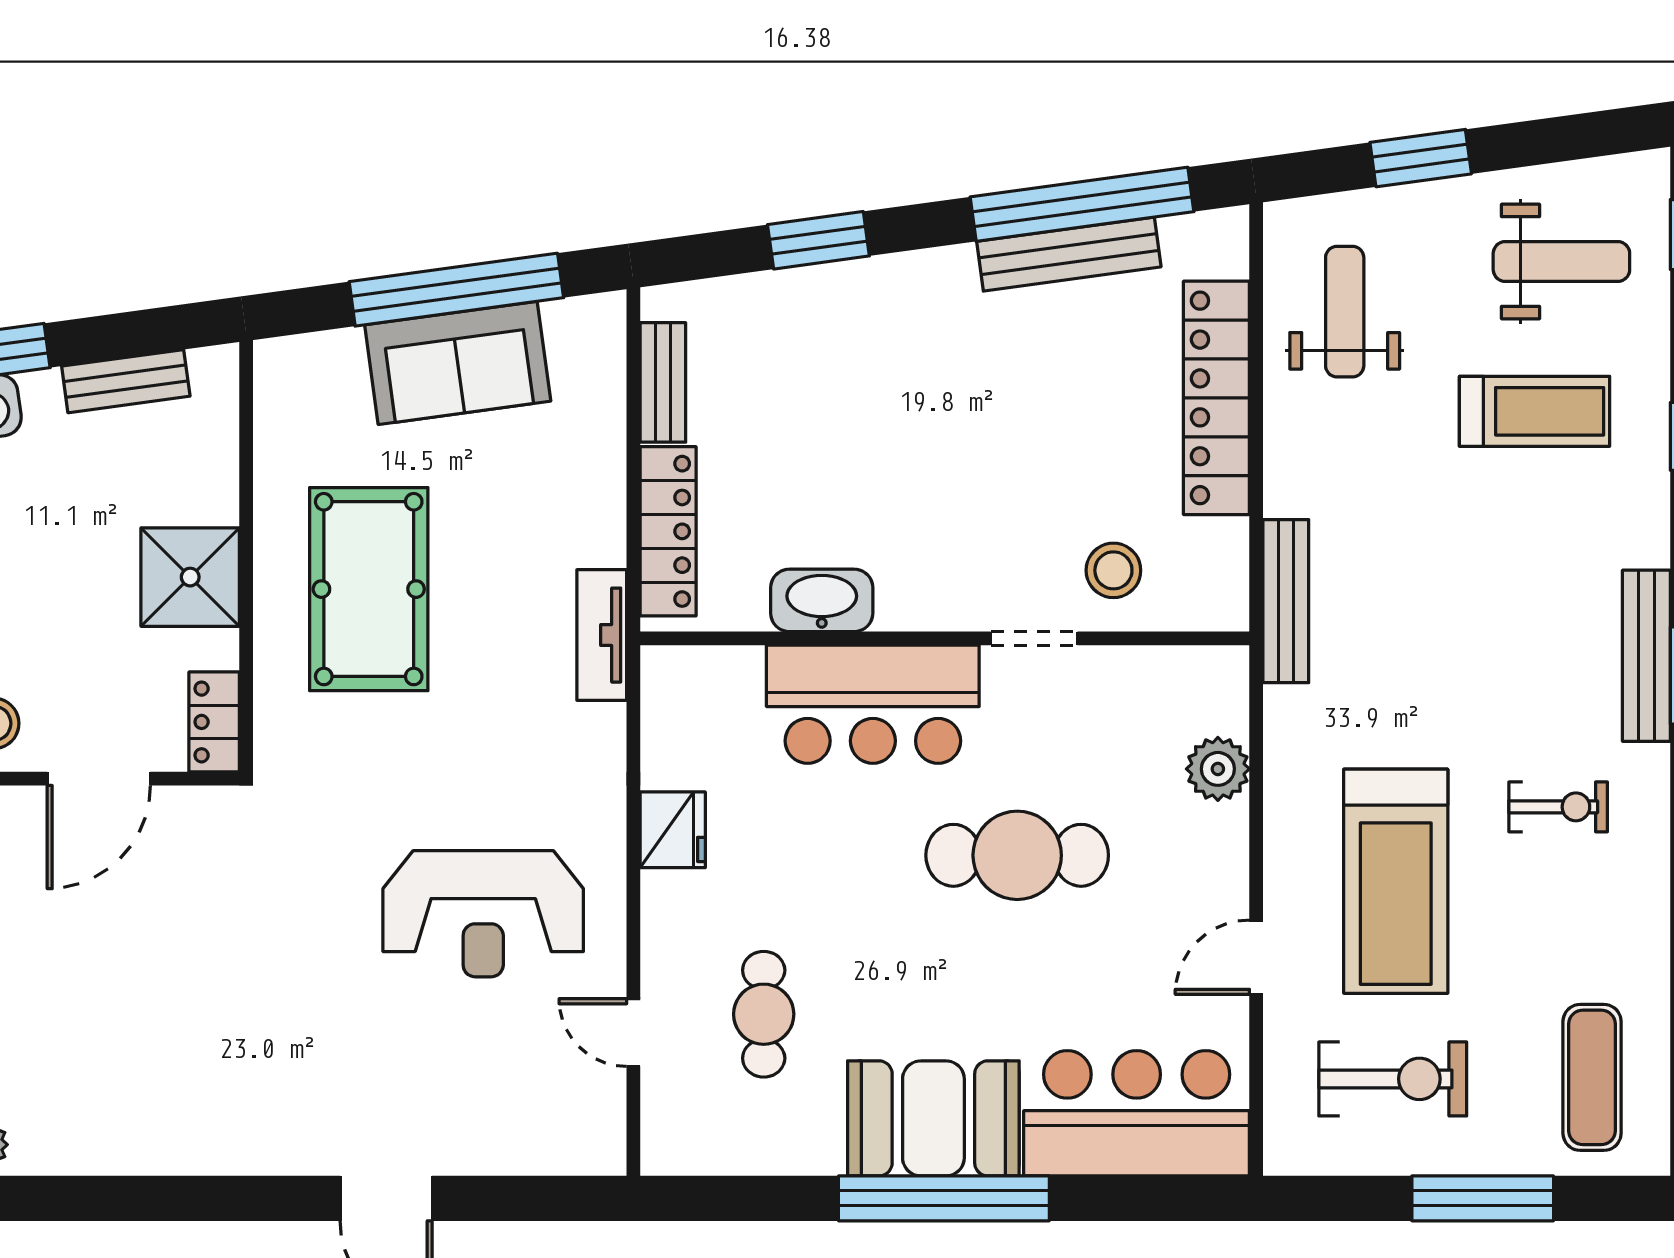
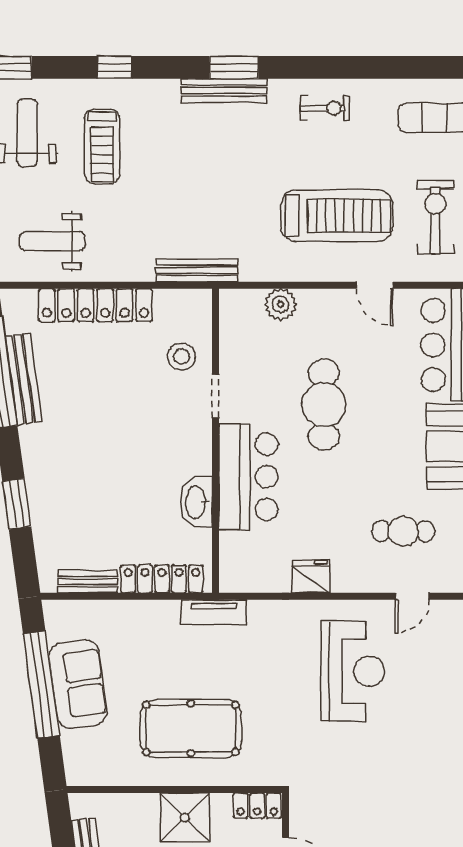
treadmill: (1535, 411) -> (102, 146), turned 180
exercise bike: (1558, 807) -> (325, 108), moved, turned 90

